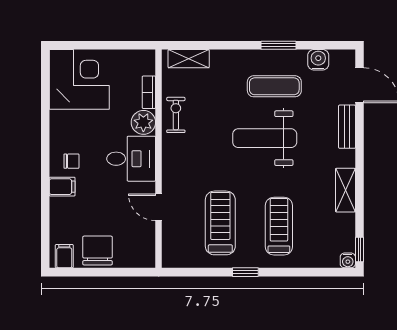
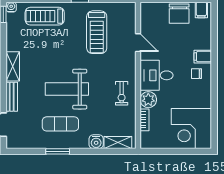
water cooler: (318, 60) -> (96, 142), moved
exercise bike: (176, 115) -> (122, 93), moved
weight bench: (265, 138) -> (67, 89), turned 180
shelving: (345, 190) -> (13, 66), moved
treadmill: (279, 226) -> (45, 16), moved, turned 90

